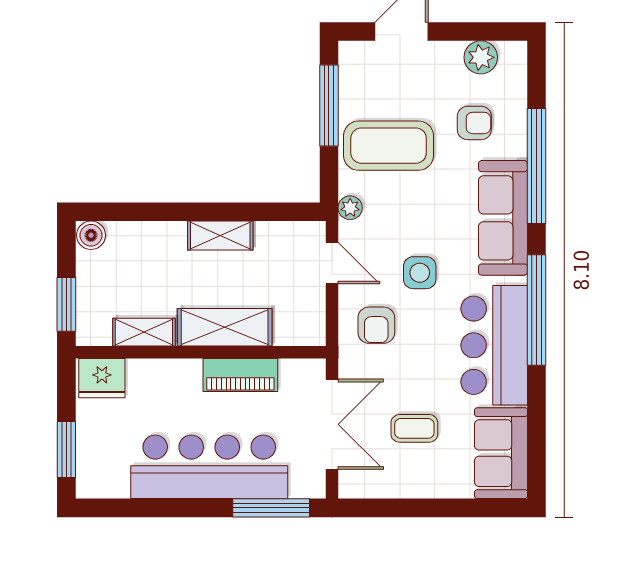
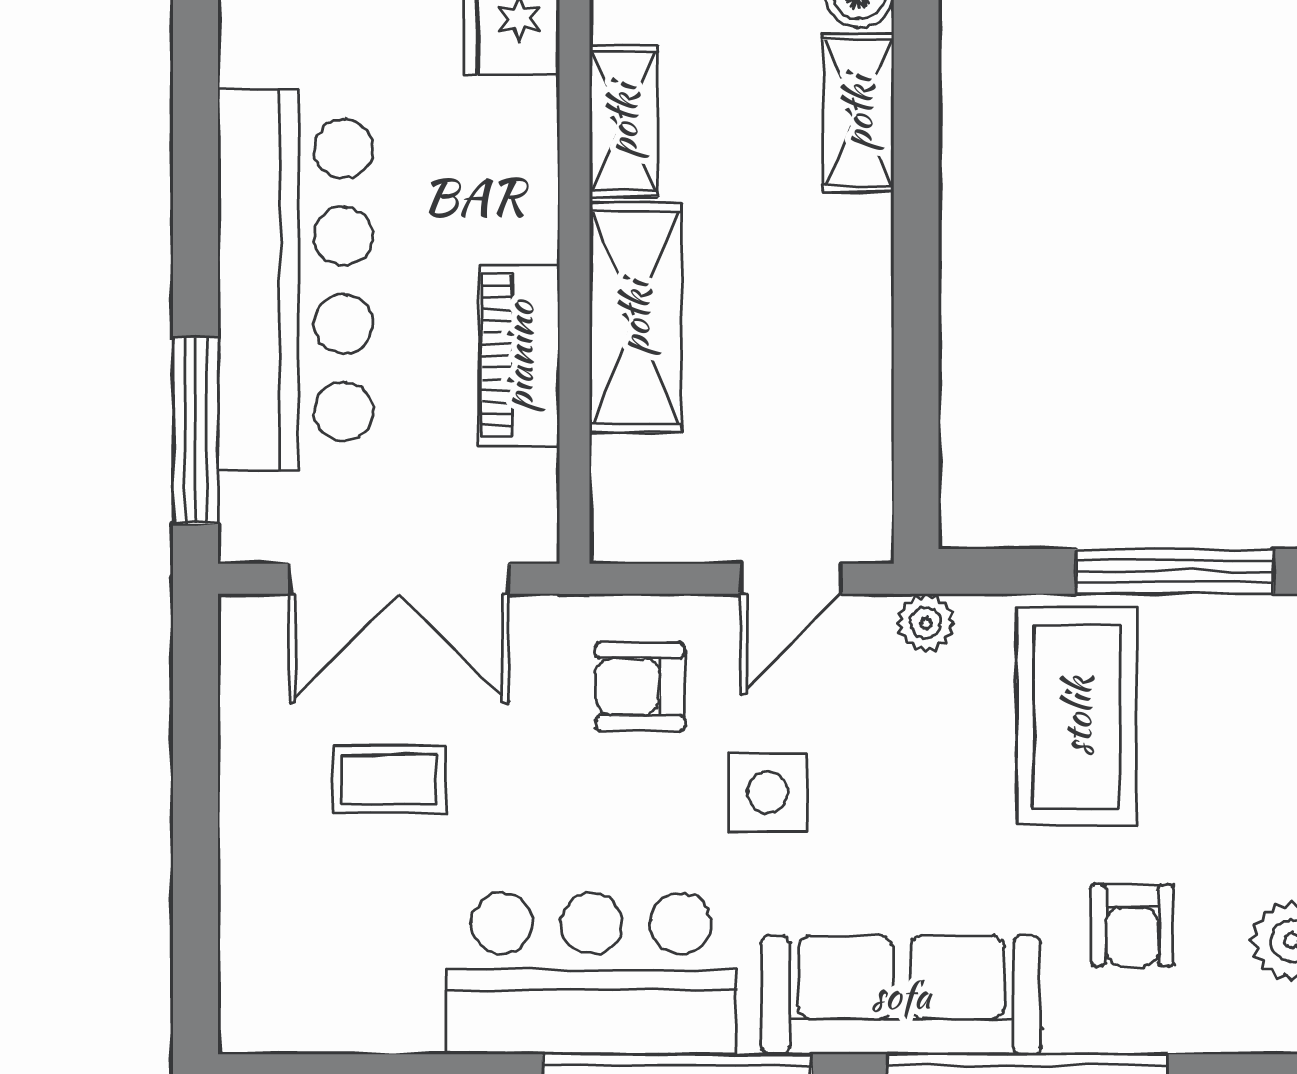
shelving: (220, 236) -> (858, 113), moved
coffee table: (414, 428) -> (389, 779), turned 90
sofa: (501, 453) -> (329, 990), removed

